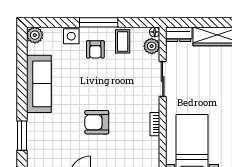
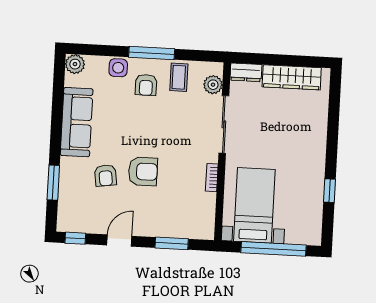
floor lamp: (155, 32) -> (217, 68), removed
sliding door: (163, 79) -> (224, 124), width x1.37
armchair: (97, 122) -> (143, 171), turned 180
armchair: (66, 127) -> (106, 175), added

